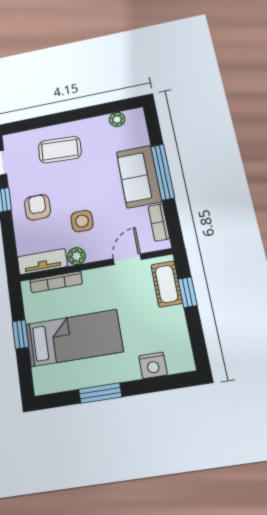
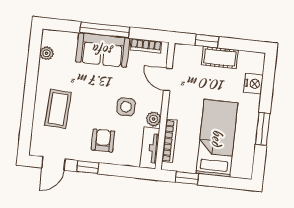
armchair: (37, 207) -> (103, 140), turned 90
cot: (167, 284) -> (220, 57), moved
window: (20, 334) -> (187, 178), moved

